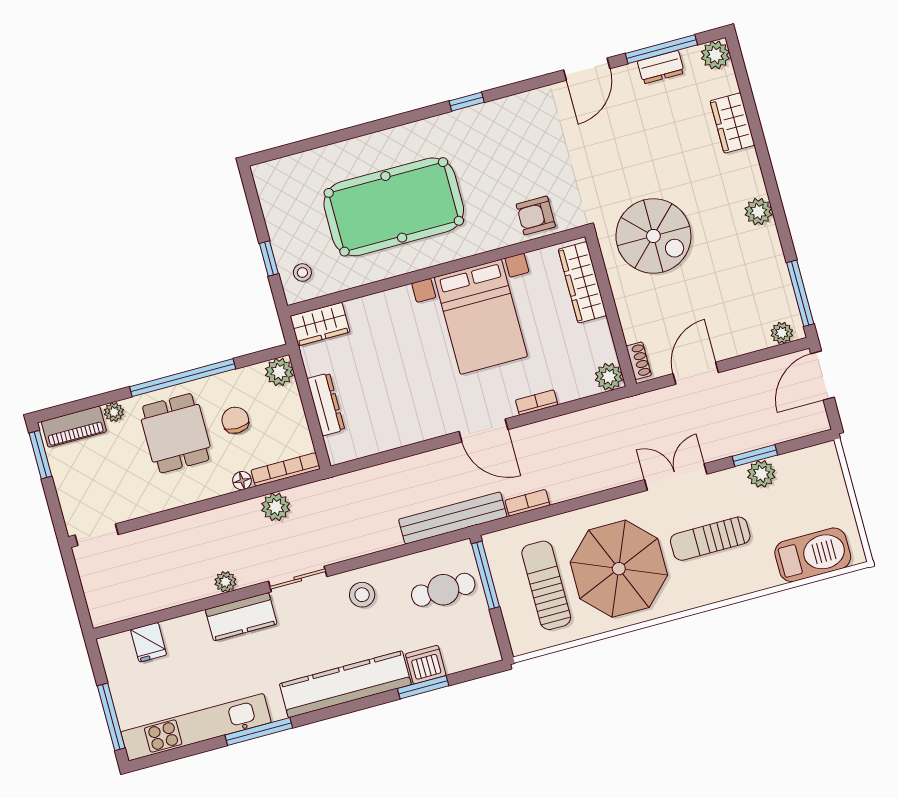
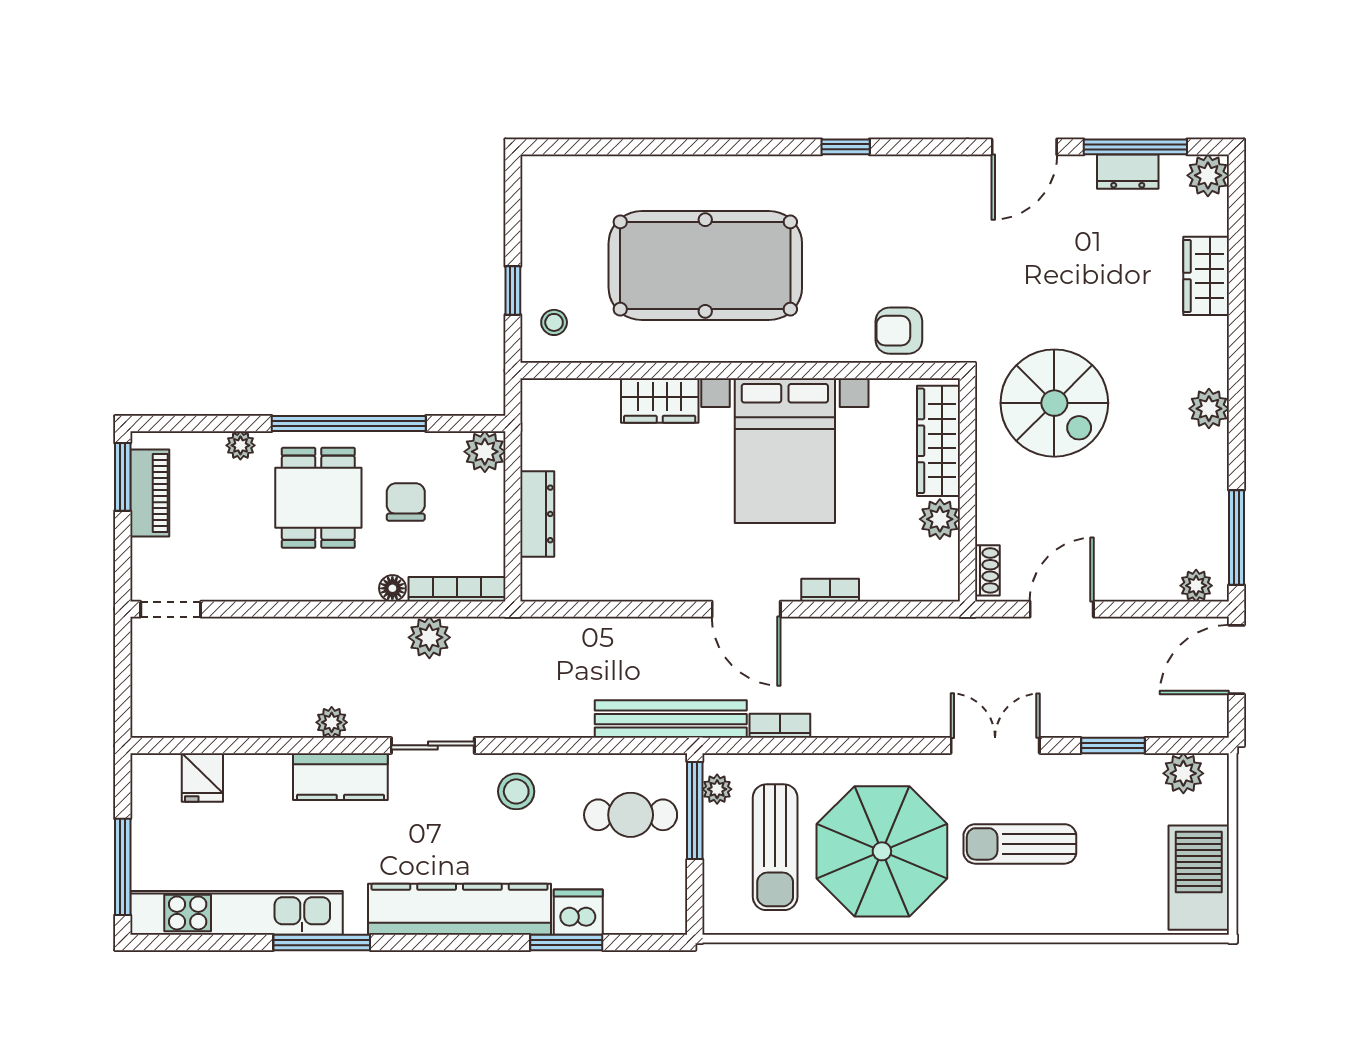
wardrobe: (320, 324) -> (660, 400), moved
plant: (609, 377) -> (940, 519), moved
piano: (74, 427) -> (150, 493), moved, turned -90
plant: (761, 474) -> (1183, 773), moved
barbecue: (813, 555) -> (1199, 878), moved, turned -90
plant: (497, 557) -> (717, 789), added
sun lounger: (546, 585) -> (775, 847), turned 180

